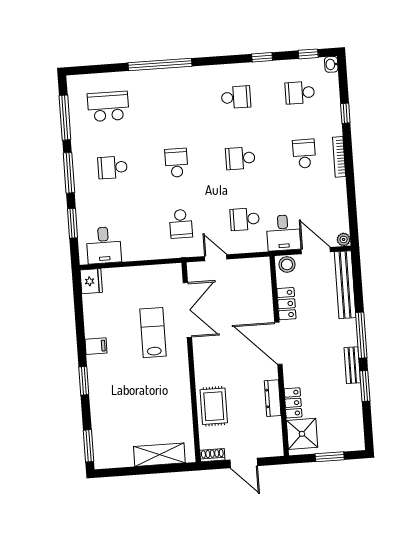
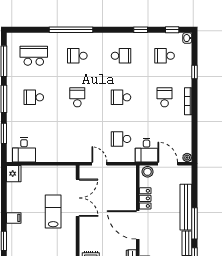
school desk: (181, 224) -> (77, 56), moved, turned 90
bench: (345, 285) -> (186, 207), moved

